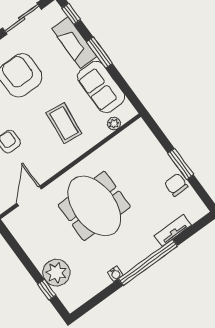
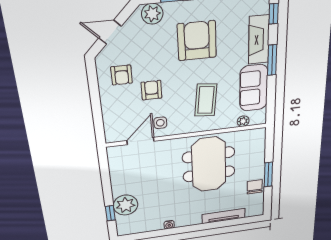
side table: (36, 168) -> (160, 123), added
meeting table: (94, 206) -> (209, 164), moved
tv unit: (173, 230) -> (224, 216), width x1.41
window: (148, 262) -> (198, 228), removed

